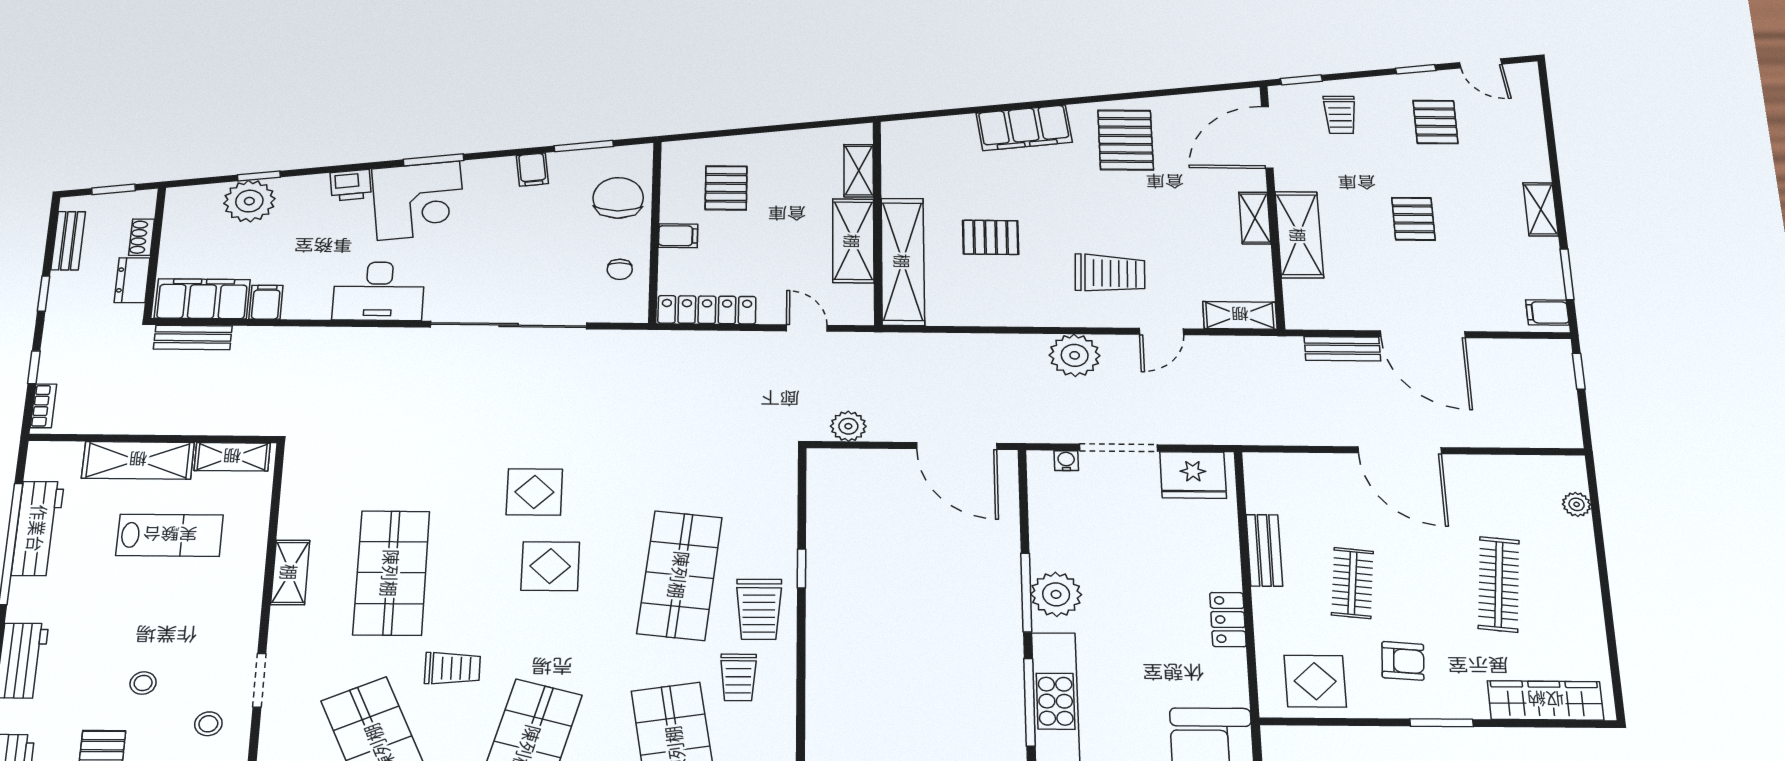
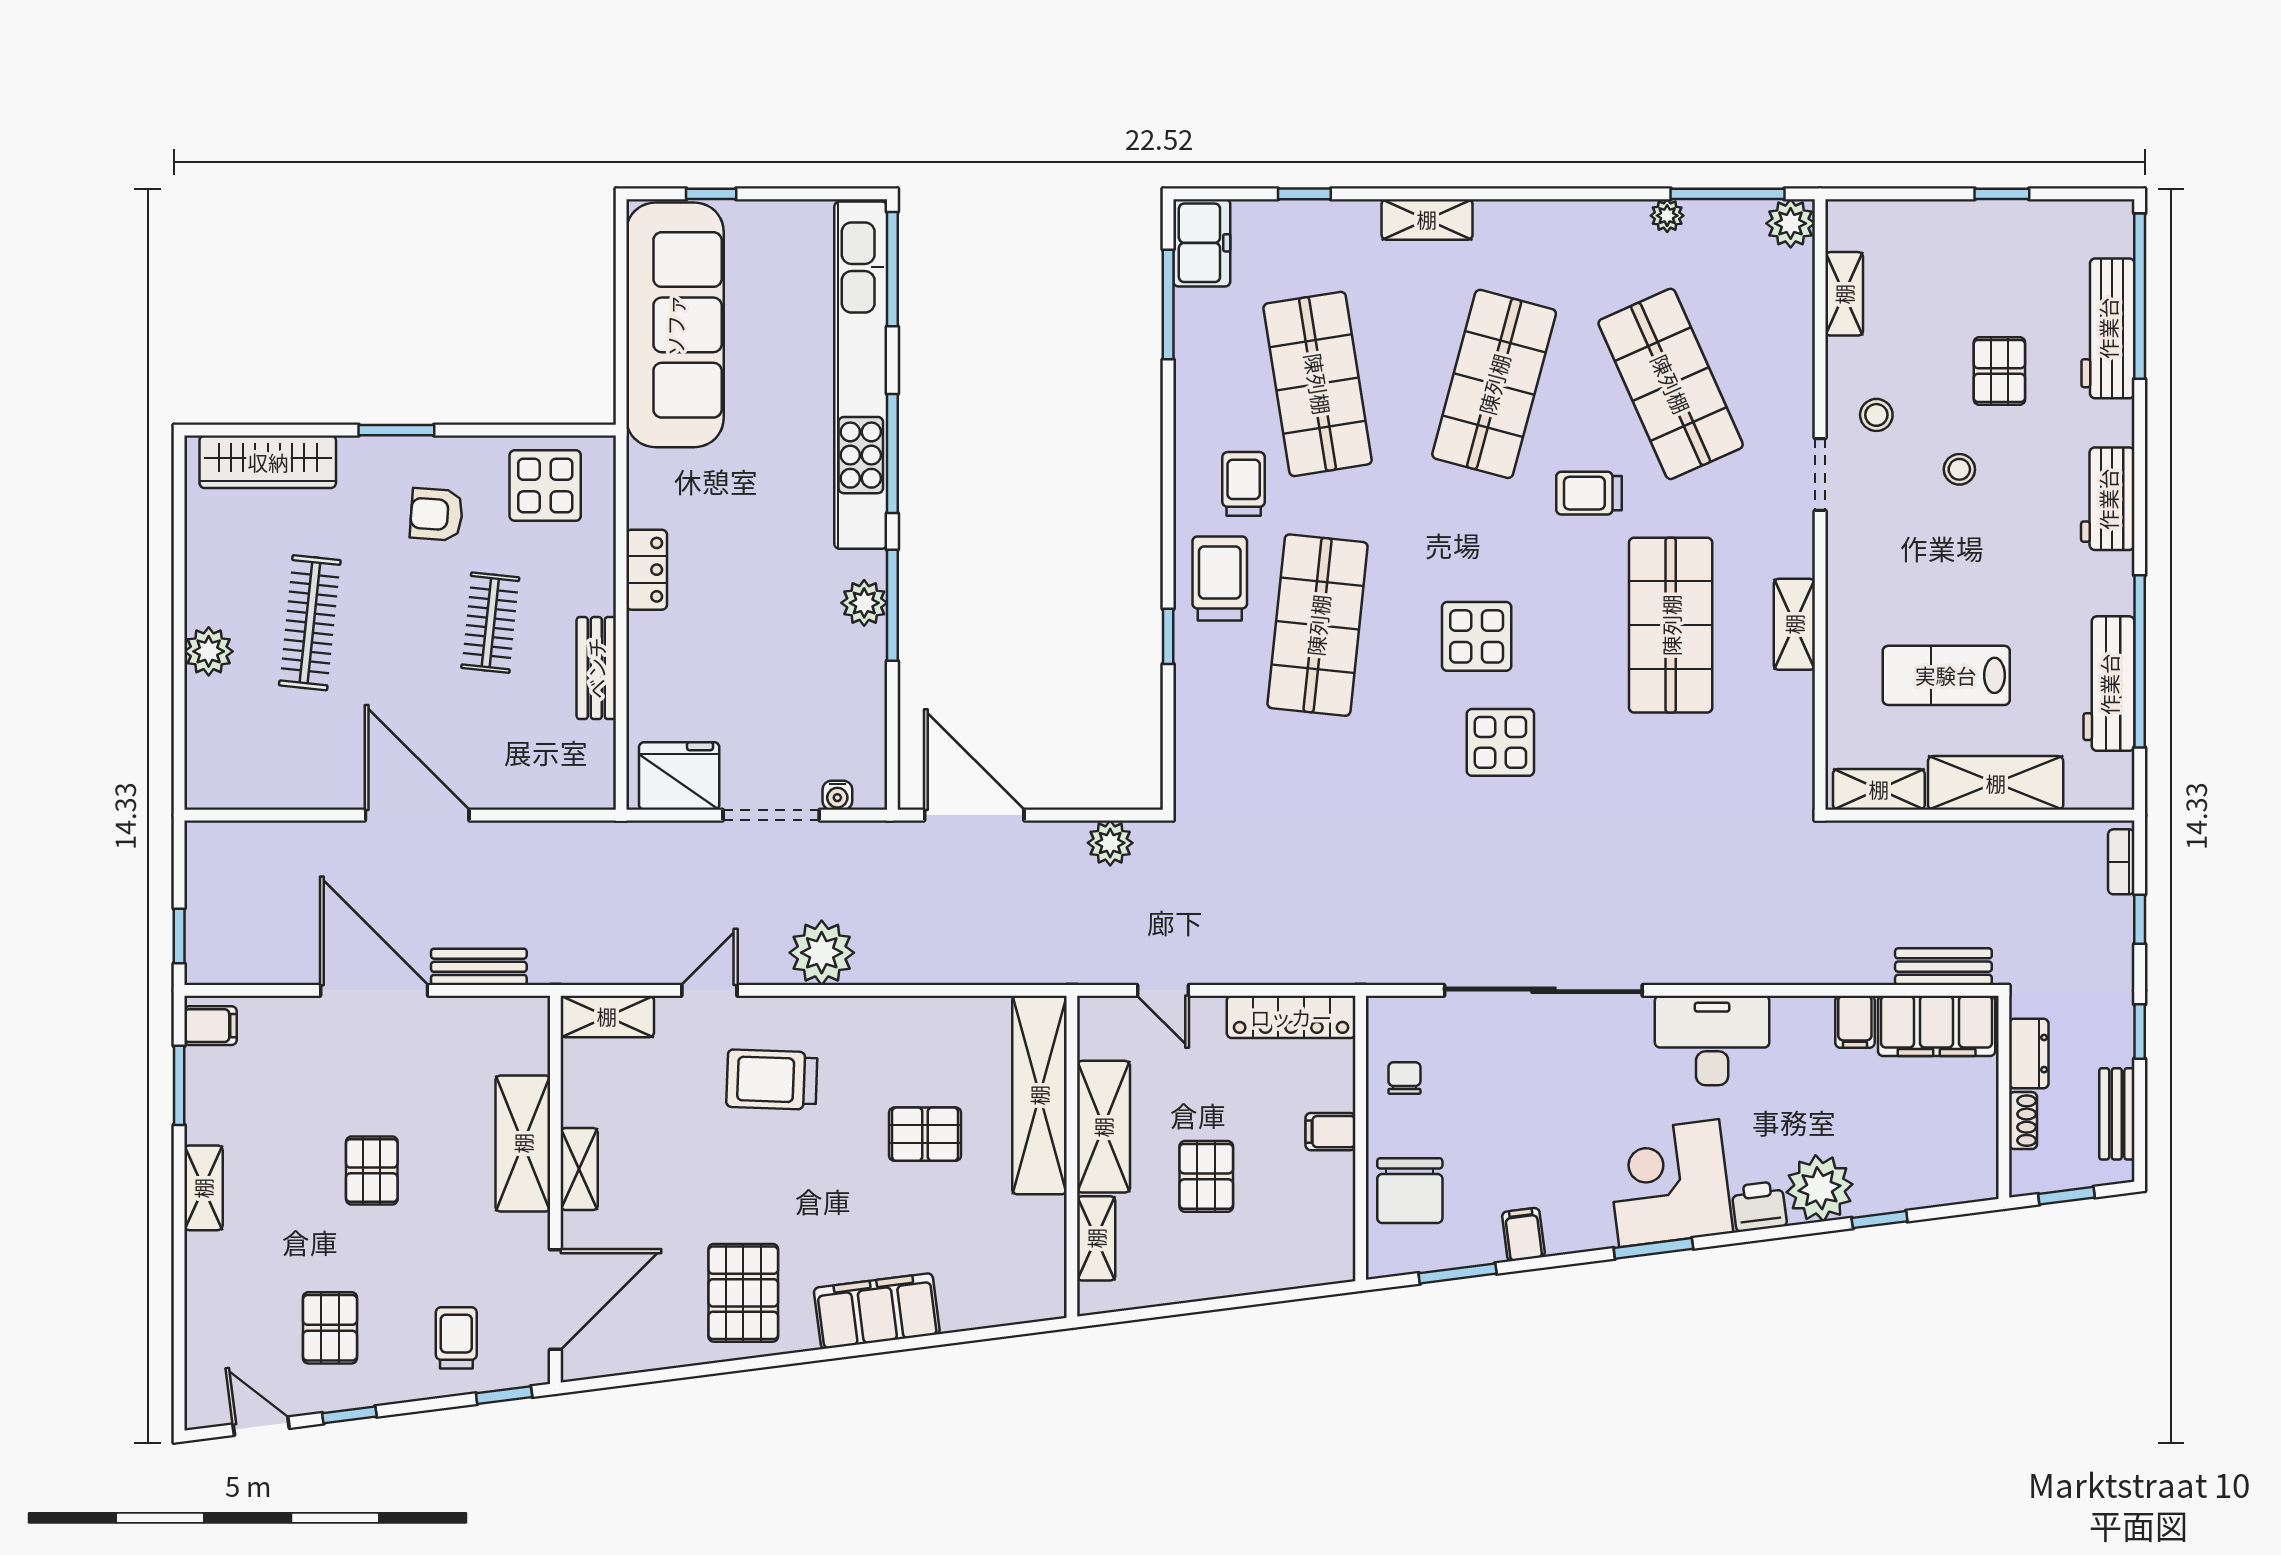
pallet: (726, 188) -> (1206, 1176), moved
plant: (249, 201) -> (1820, 1188), moved
plant: (1577, 504) -> (209, 651), moved, width x1.38, depth x1.38
plant: (1056, 594) -> (864, 603), width x0.73, depth x0.73

